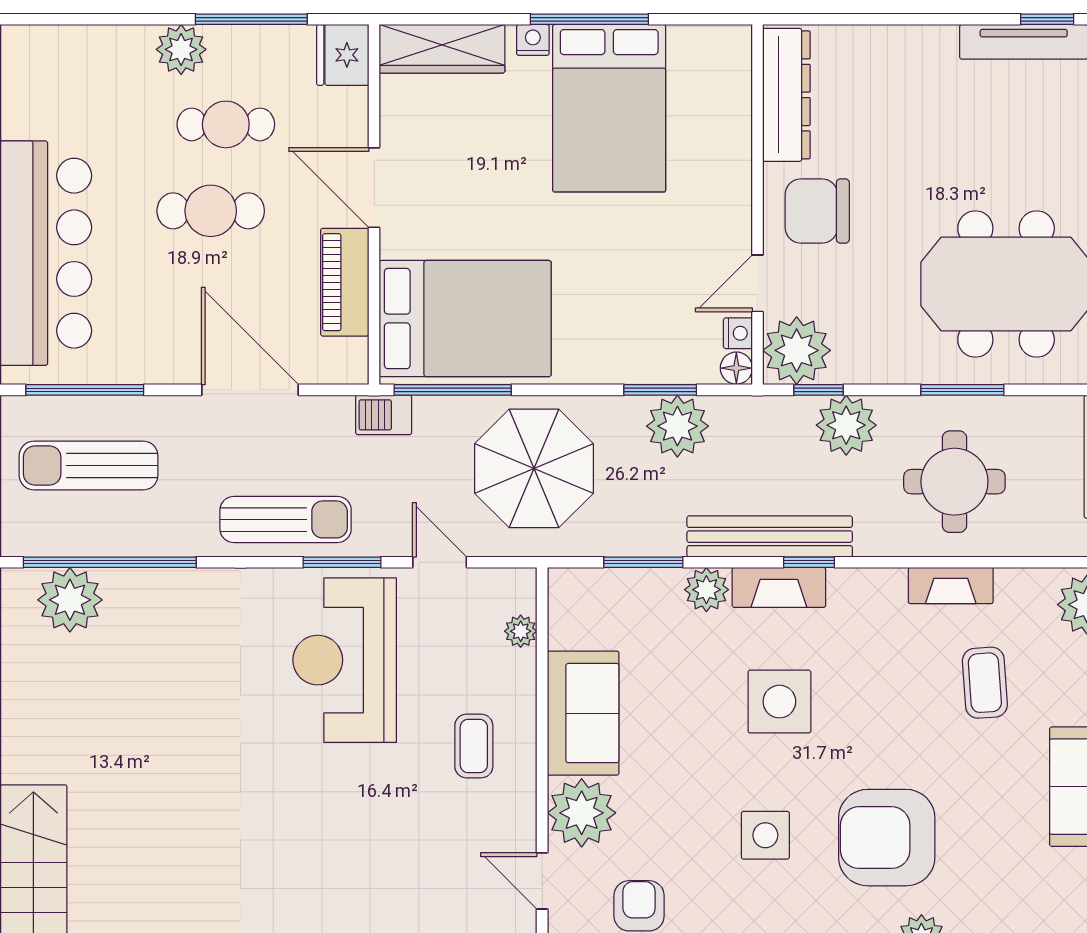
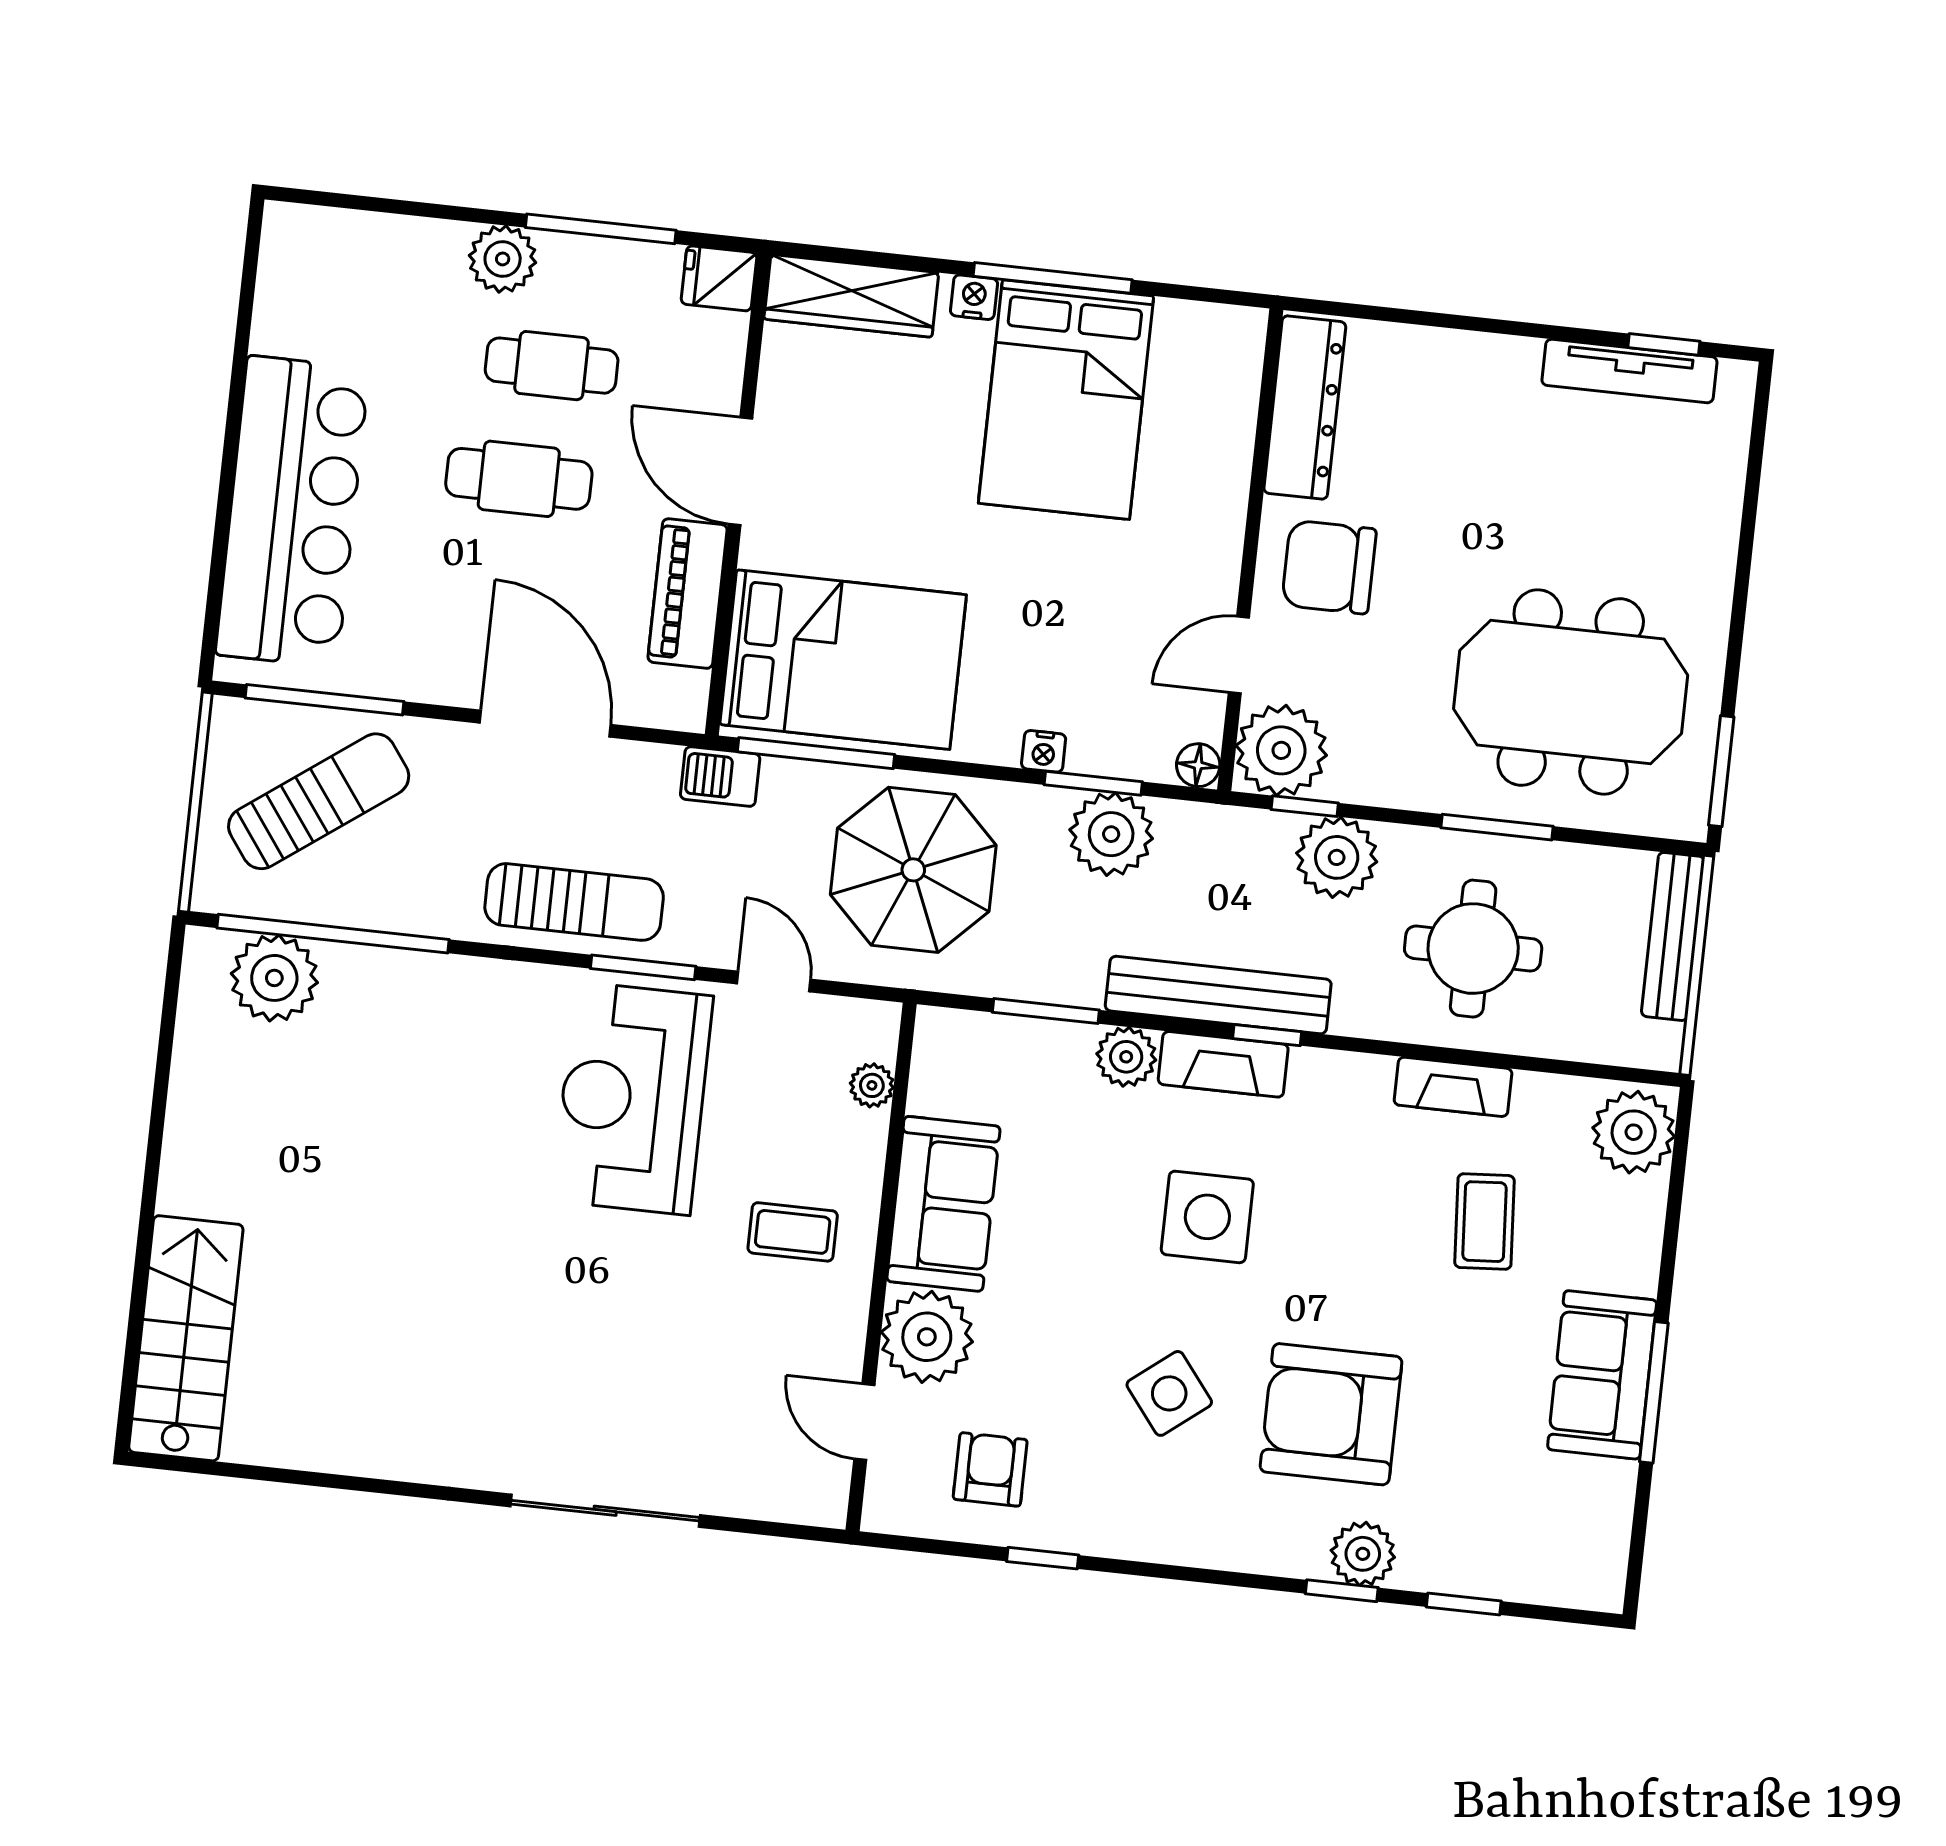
fridge: (343, 55) -> (719, 278), width x0.72
nightstand: (738, 333) -> (1044, 751), moved, turned 90
sun lounger: (89, 465) -> (319, 801), turned 144
coffee table: (474, 746) -> (793, 1232), turned 90
side table: (765, 835) -> (1169, 1393), turned -38

